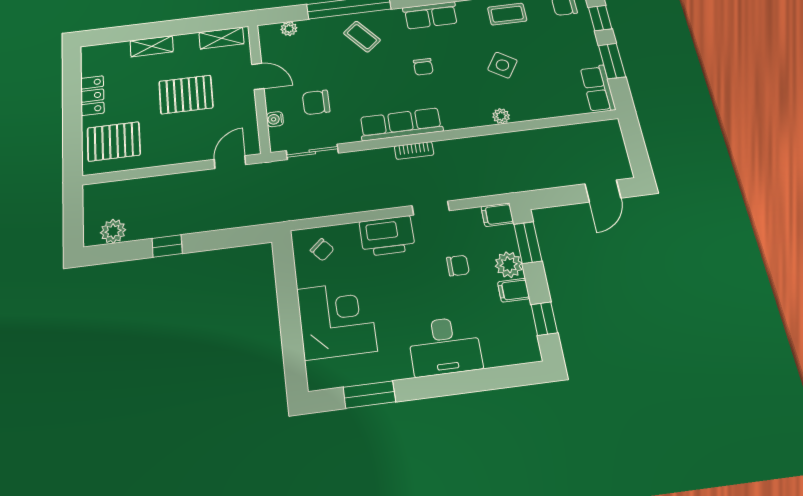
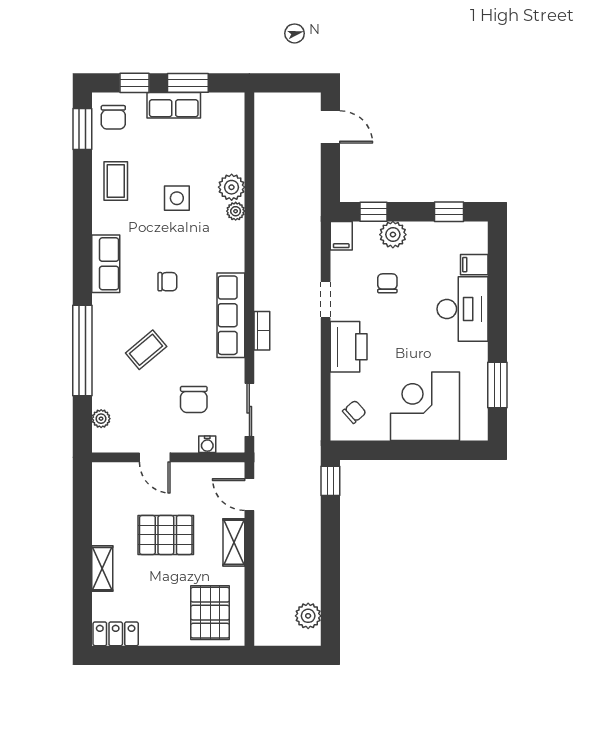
coffee table: (362, 37) -> (146, 350), moved
shelving: (221, 38) -> (234, 542), moved
side table: (502, 65) -> (177, 198), turned -33
door: (258, 76) -> (155, 457), swing flipped
row of seats: (598, 89) -> (174, 105), moved
pallet: (186, 94) -> (166, 535), turned 90
locker: (92, 96) -> (116, 634), moved
plant: (523, 110) -> (232, 187), added
bookcase: (414, 151) -> (262, 331), moved
window: (528, 243) -> (373, 212), width x0.67
window: (167, 246) -> (330, 481), moved
filing cabinet: (514, 290) -> (474, 265), moved, turned 90

